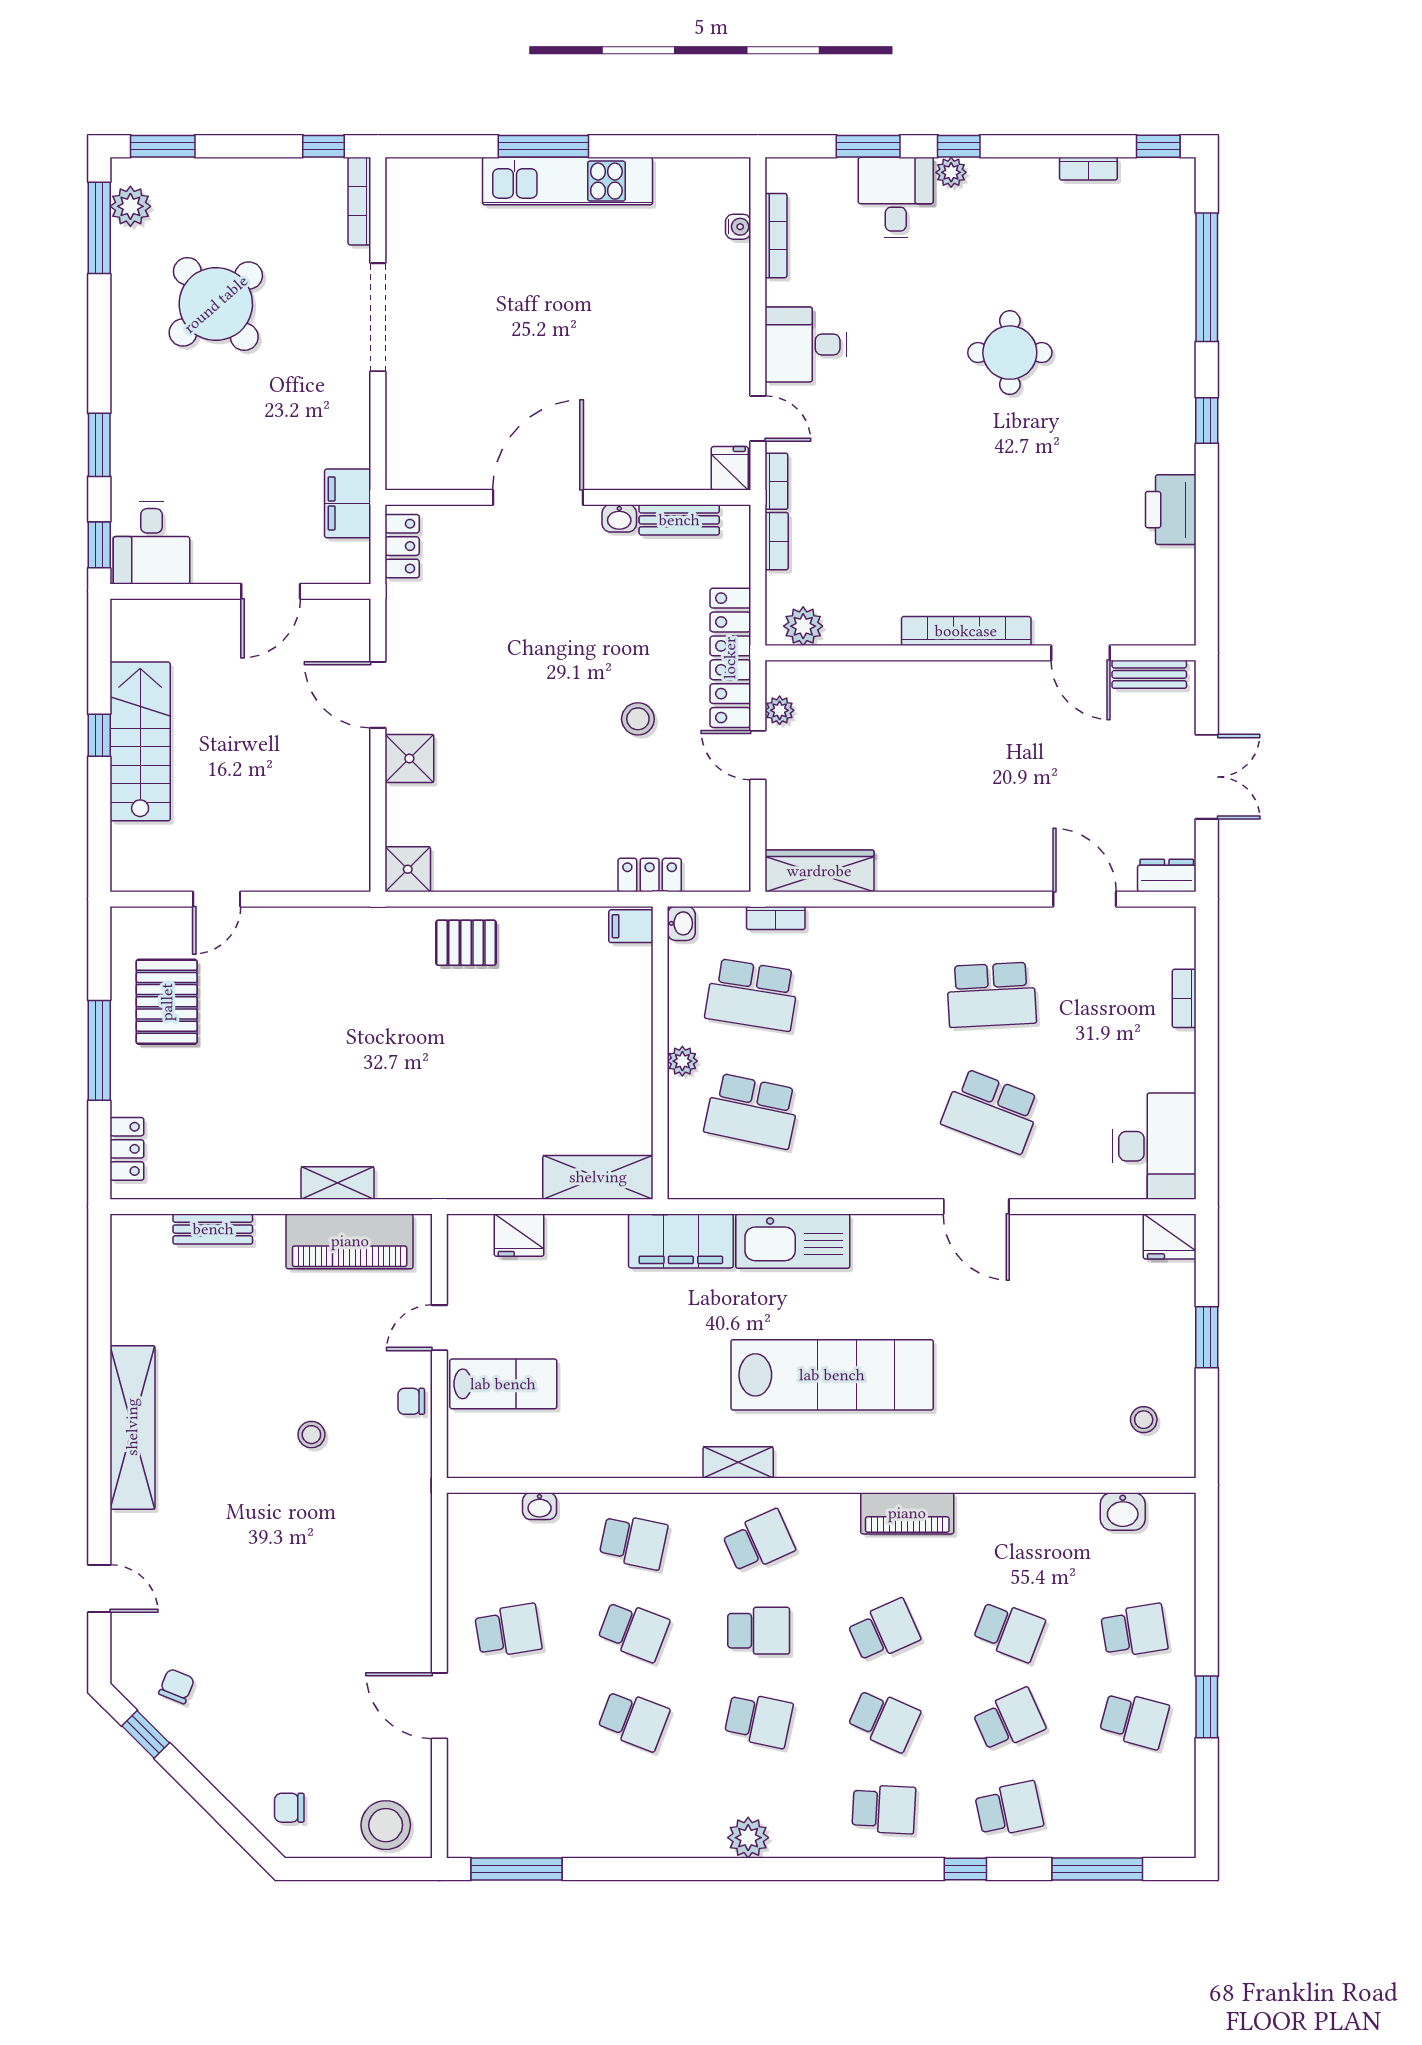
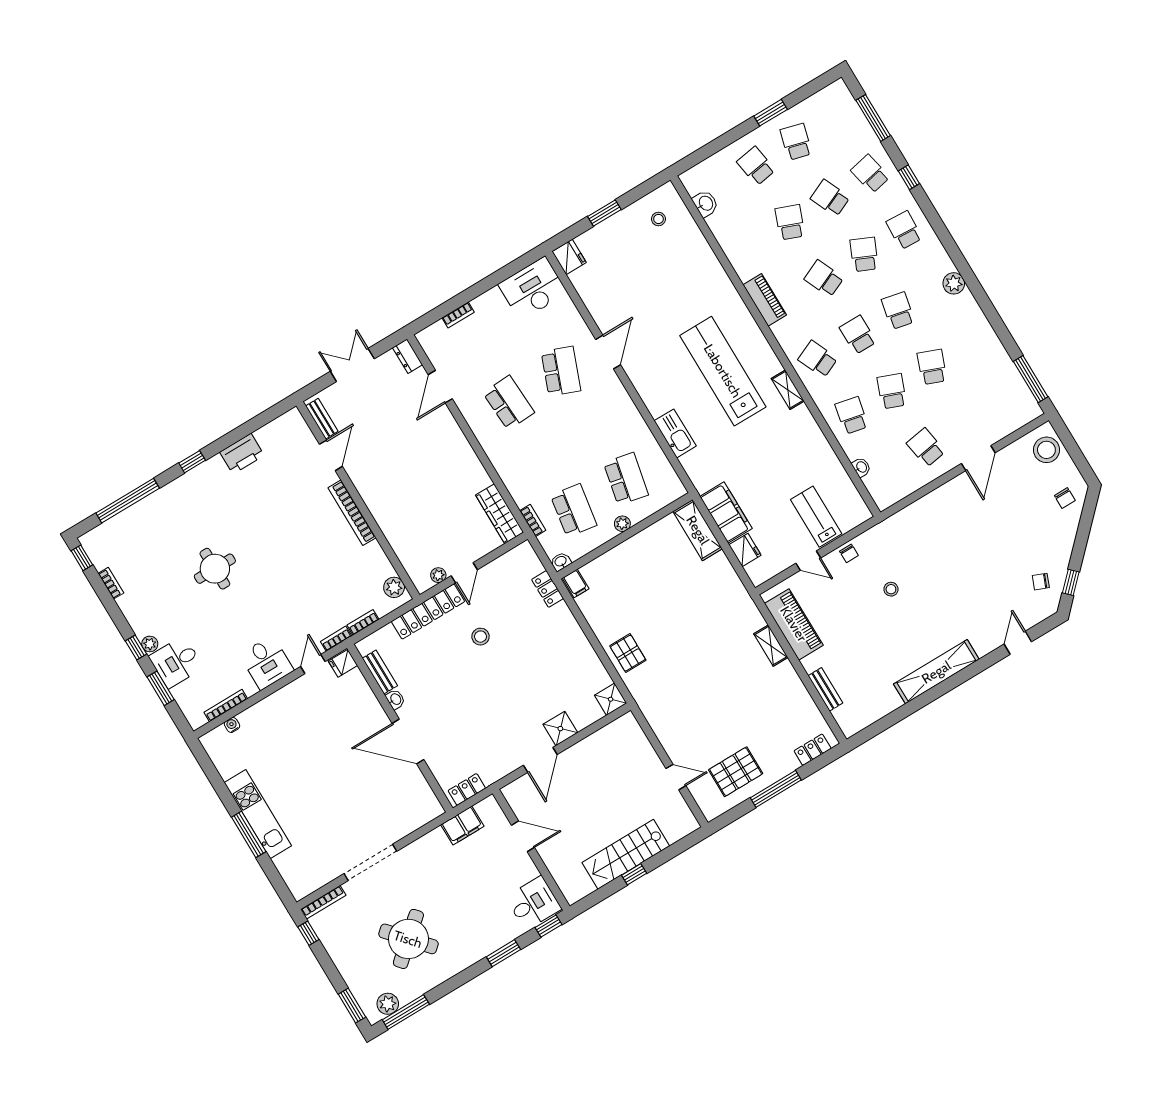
filing cabinet: (681, 1241) -> (726, 512), moved
kitchen sink: (793, 1241) -> (675, 433), width x0.73, depth x0.81

